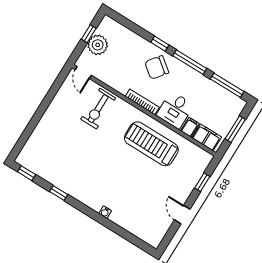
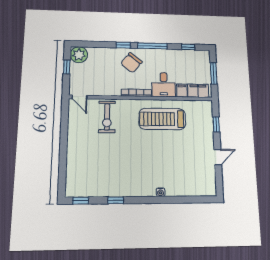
plant: (98, 45) -> (79, 55), moved
window: (227, 85) -> (188, 47), width x0.46
door: (182, 215) -> (218, 157), swing flipped

